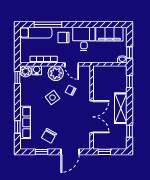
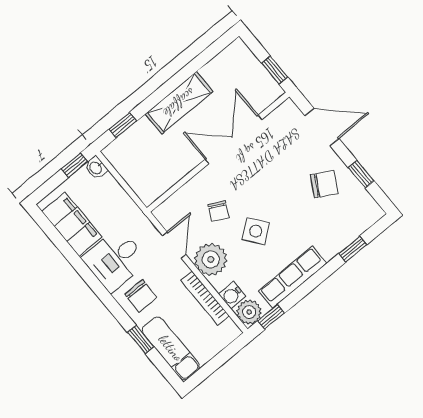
window: (48, 25) -> (141, 339), width x0.46
row of seats: (25, 122) -> (293, 277), moved
window: (130, 131) -> (205, 57), removed

